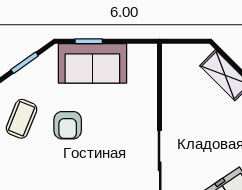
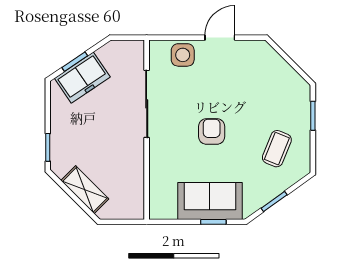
armchair: (68, 125) -> (212, 131), moved

